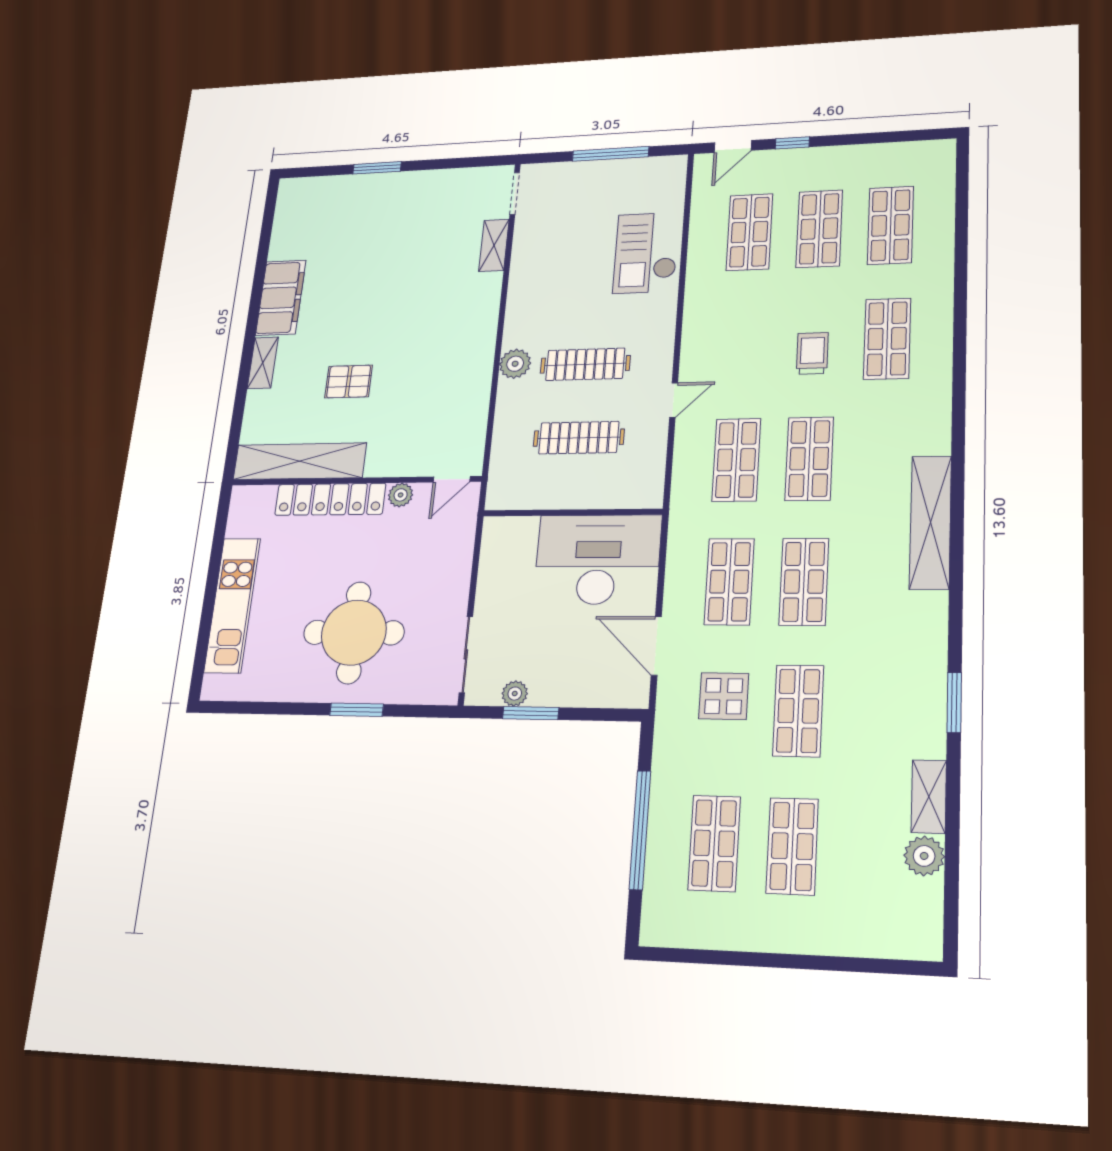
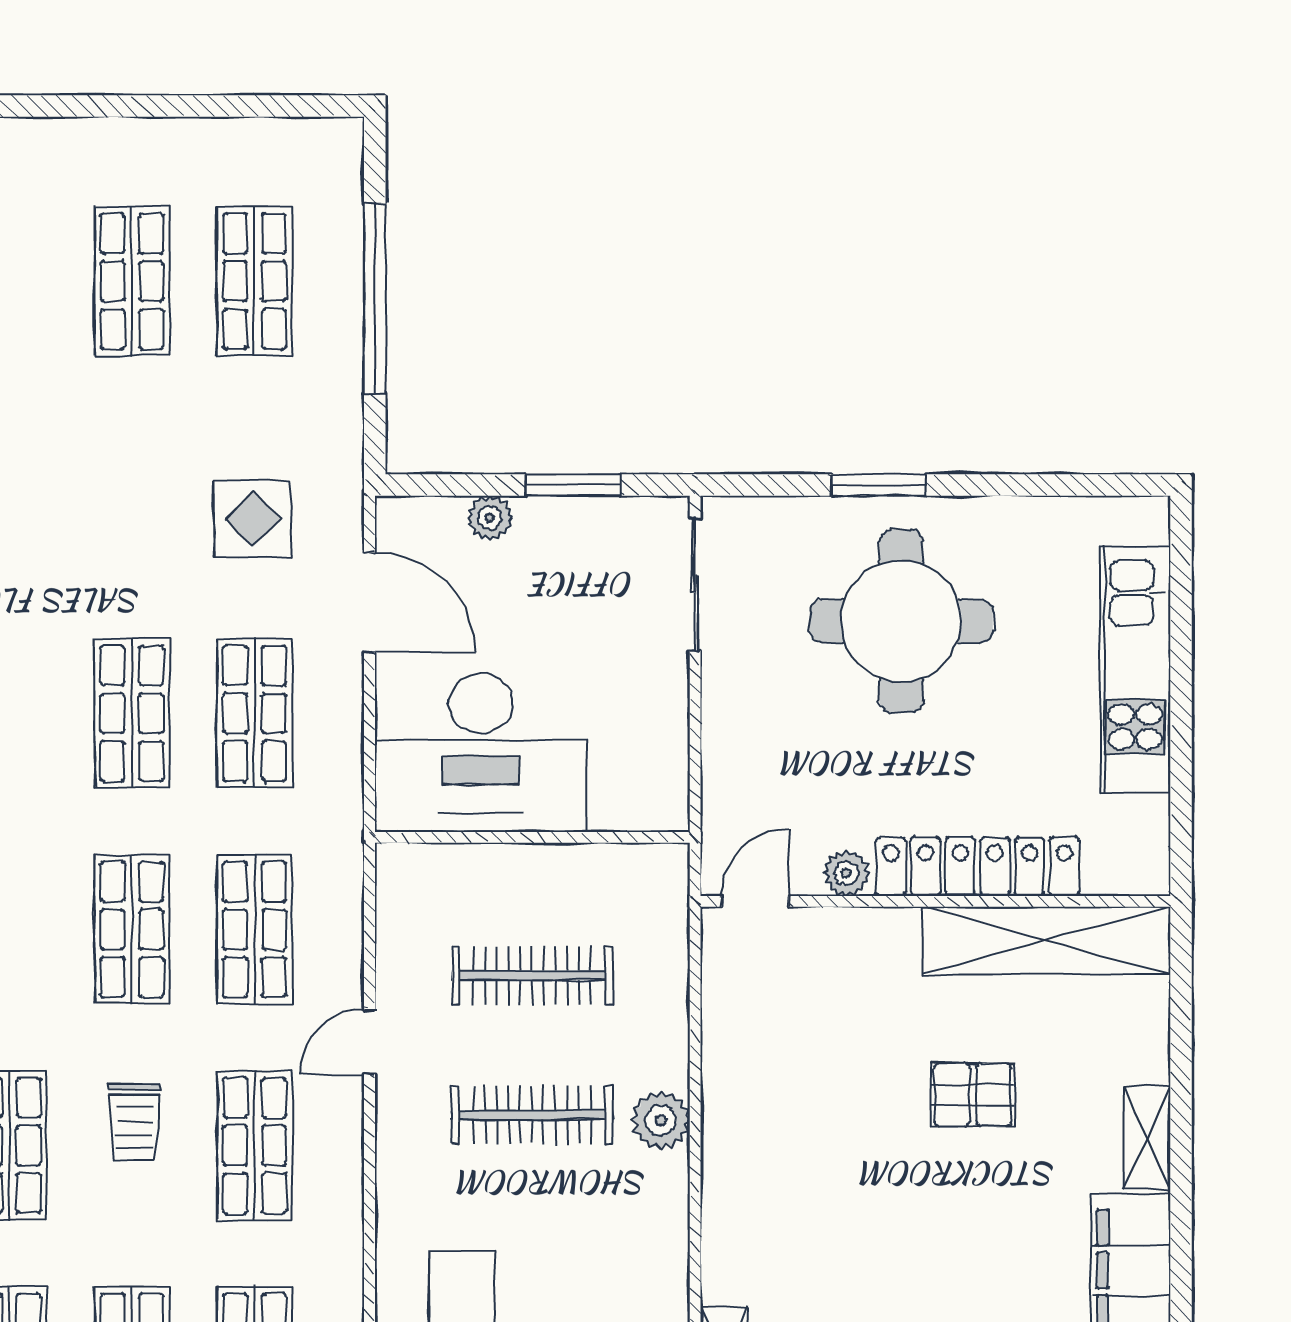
plant: (515, 694) -> (490, 518), moved
shop shelf: (798, 711) -> (255, 1145), moved

